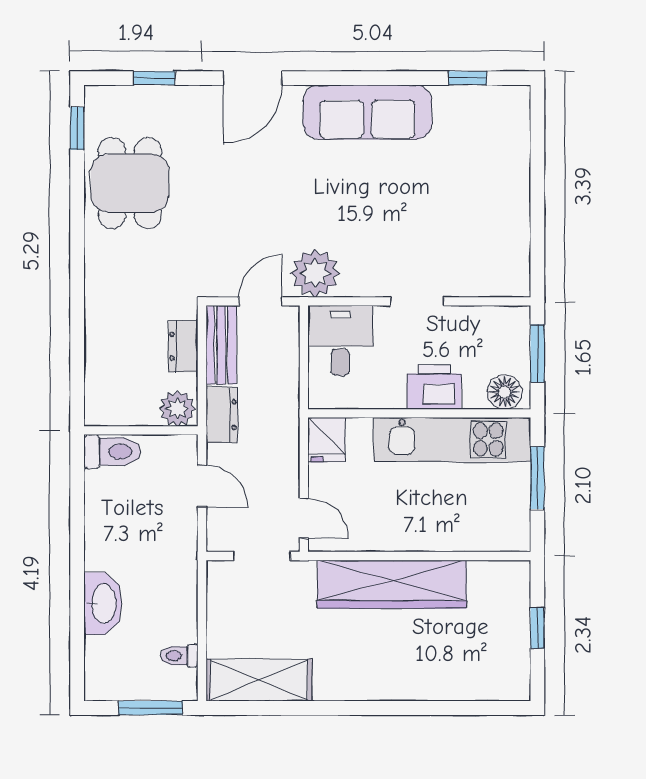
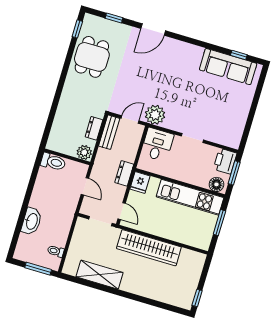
sofa: (367, 112) -> (228, 67), moved
printer: (434, 387) -> (225, 161), moved, turned -90
dresser: (222, 415) -> (124, 173), moved, turned 180
window: (537, 628) -> (197, 298), moved
shelving: (259, 680) -> (100, 275), moved

